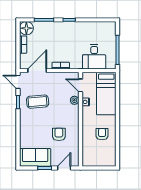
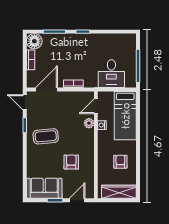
door: (80, 85) -> (96, 106), hinge flipped
coffee table: (38, 102) -> (46, 136), moved
wardrobe: (101, 161) -> (119, 192), added

